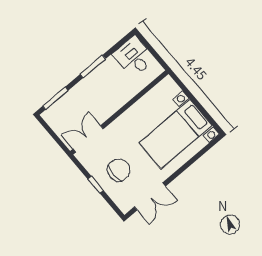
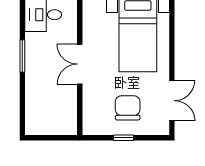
window: (55, 98) -> (22, 110), removed
double door: (88, 139) -> (80, 64), moved

